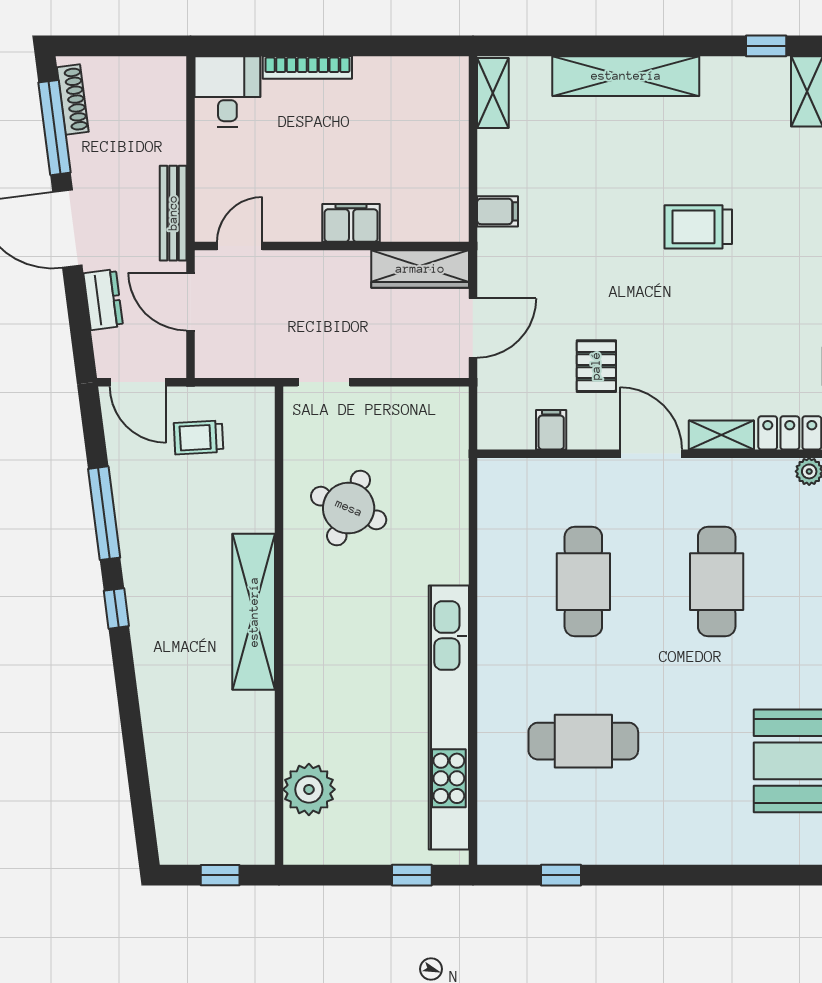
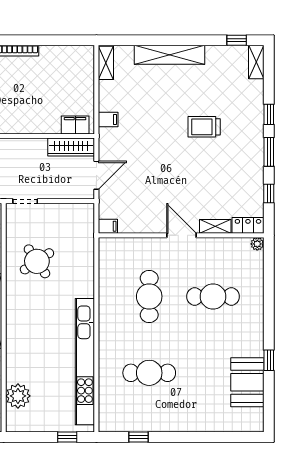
filing cabinet: (351, 223) -> (75, 125), moved
pallet: (596, 366) -> (155, 193), removed
filing cabinet: (551, 430) -> (108, 226), moved, turned 90
round table: (349, 508) -> (37, 261), turned 33
cafe table: (717, 582) -> (213, 296), turned 90

